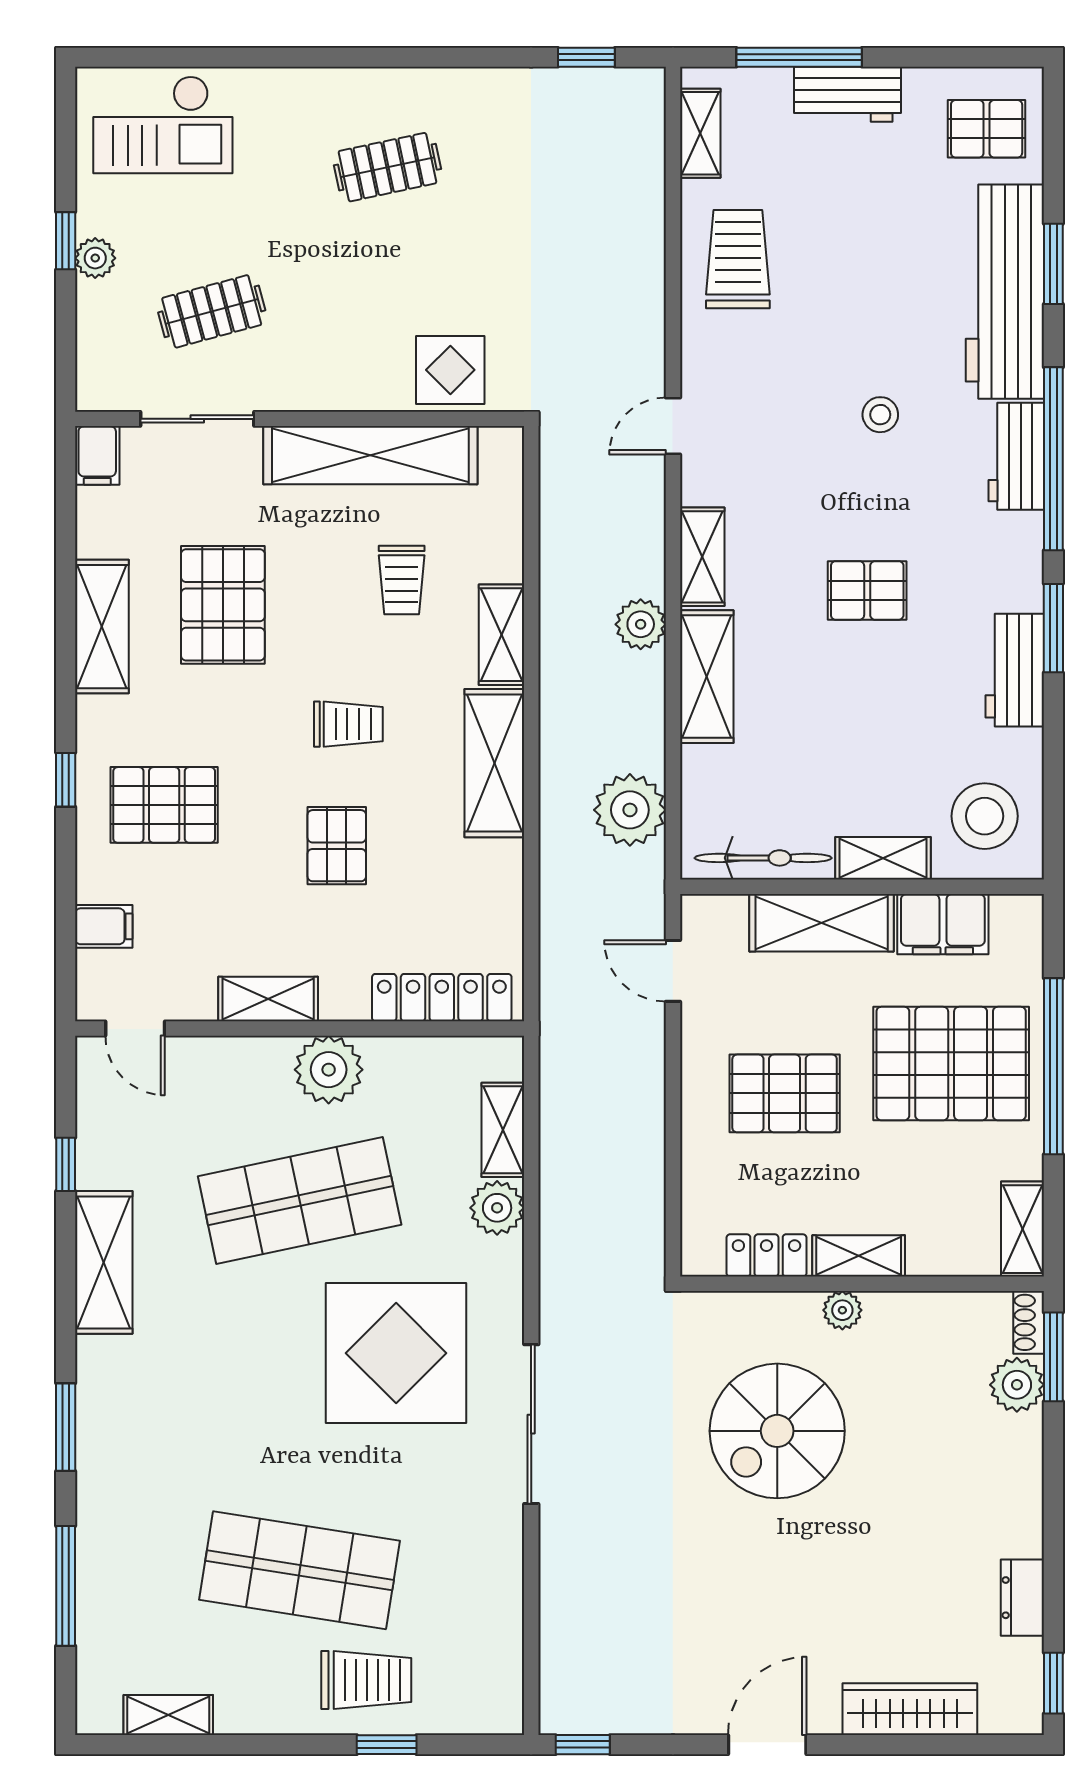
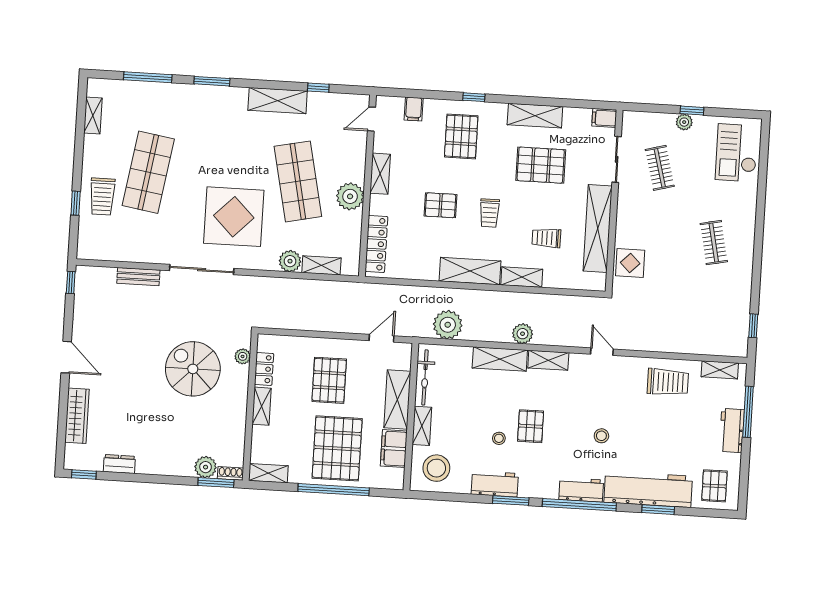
stool: (902, 667) -> (499, 438), added
plant: (842, 1310) -> (243, 356), moved
bench: (558, 1579) -> (138, 277), added

